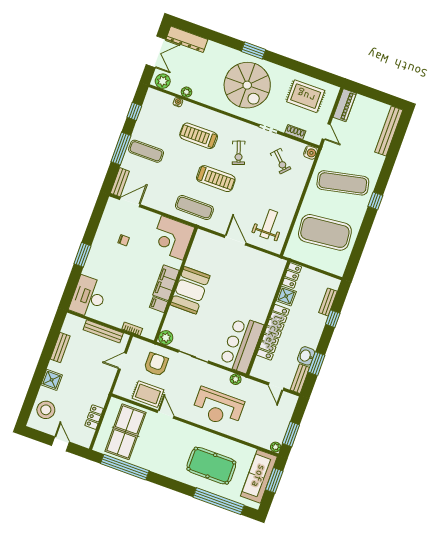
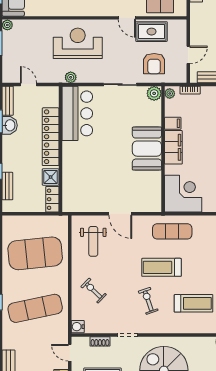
exercise bike: (281, 161) -> (94, 291), moved
plant: (152, 332) -> (170, 93), added

